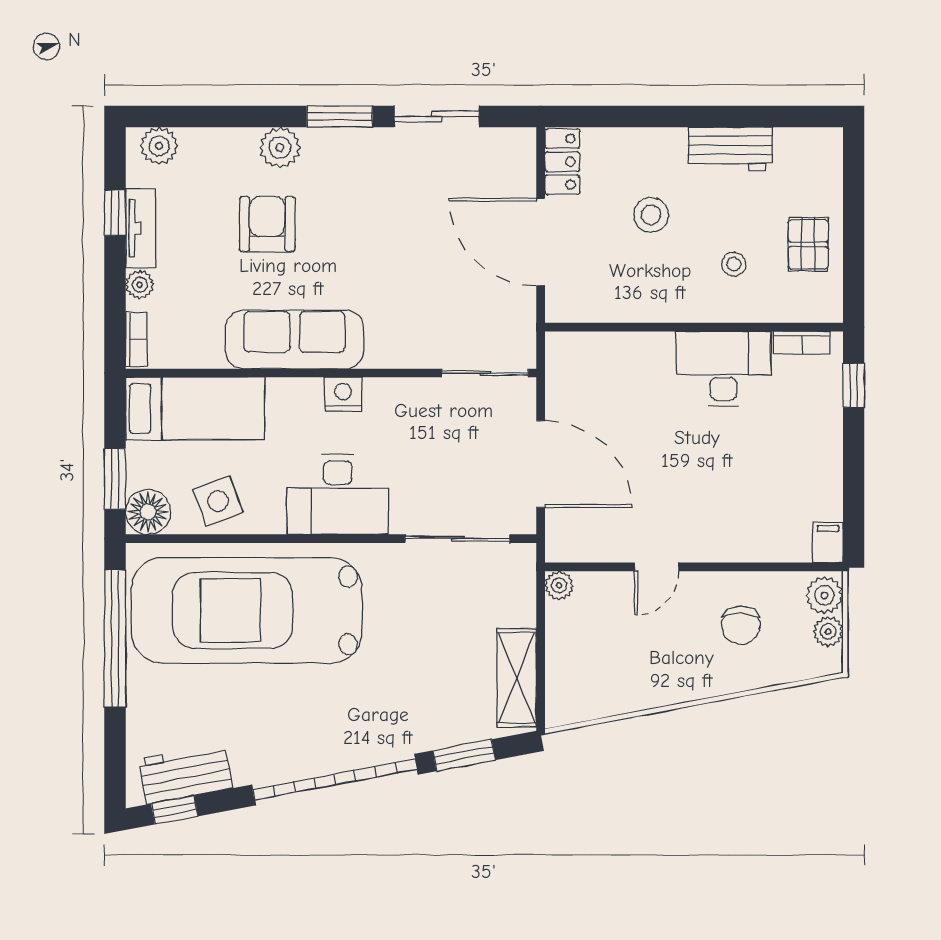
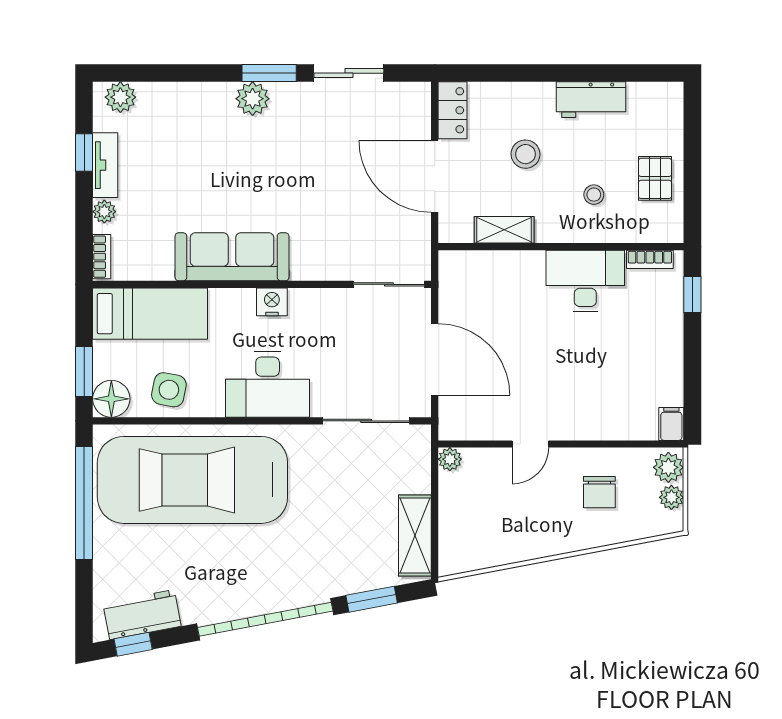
plant: (280, 148) -> (253, 99), moved
armchair: (267, 224) -> (209, 162), removed
shelving: (625, 307) -> (504, 230), added
side table: (218, 501) -> (169, 390), turned 31

